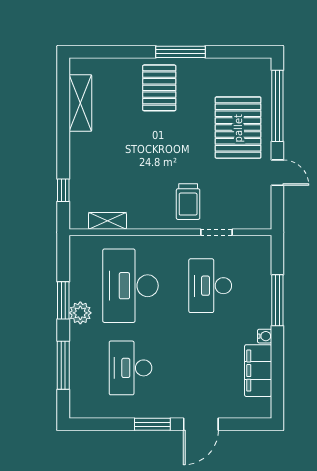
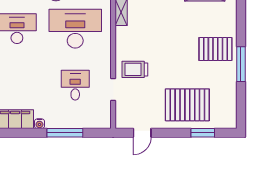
window: (277, 106) -> (203, 133), width x0.47
door: (277, 173) -> (142, 133), moved
desk: (210, 286) -> (75, 85), width x0.73

